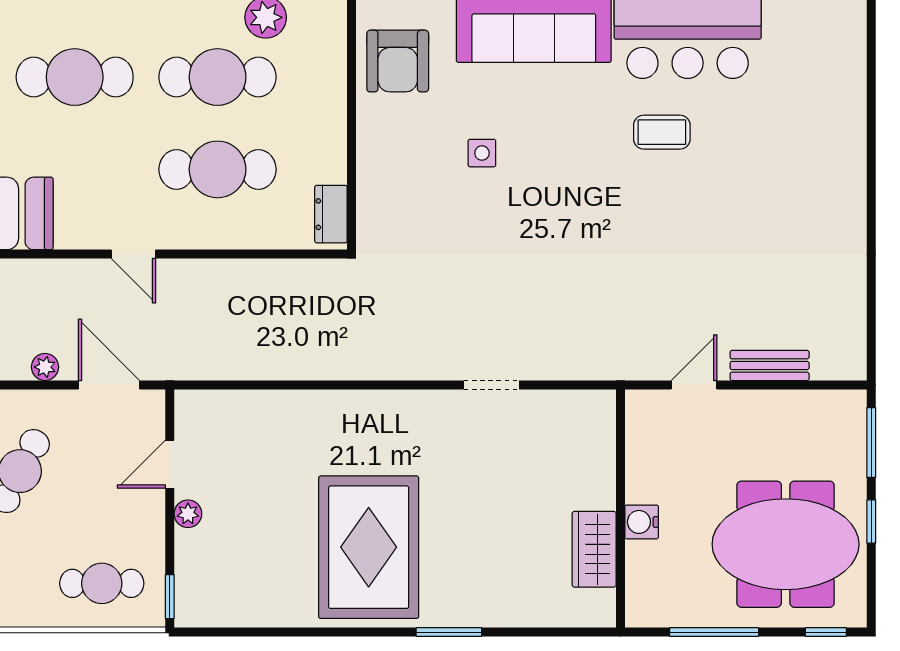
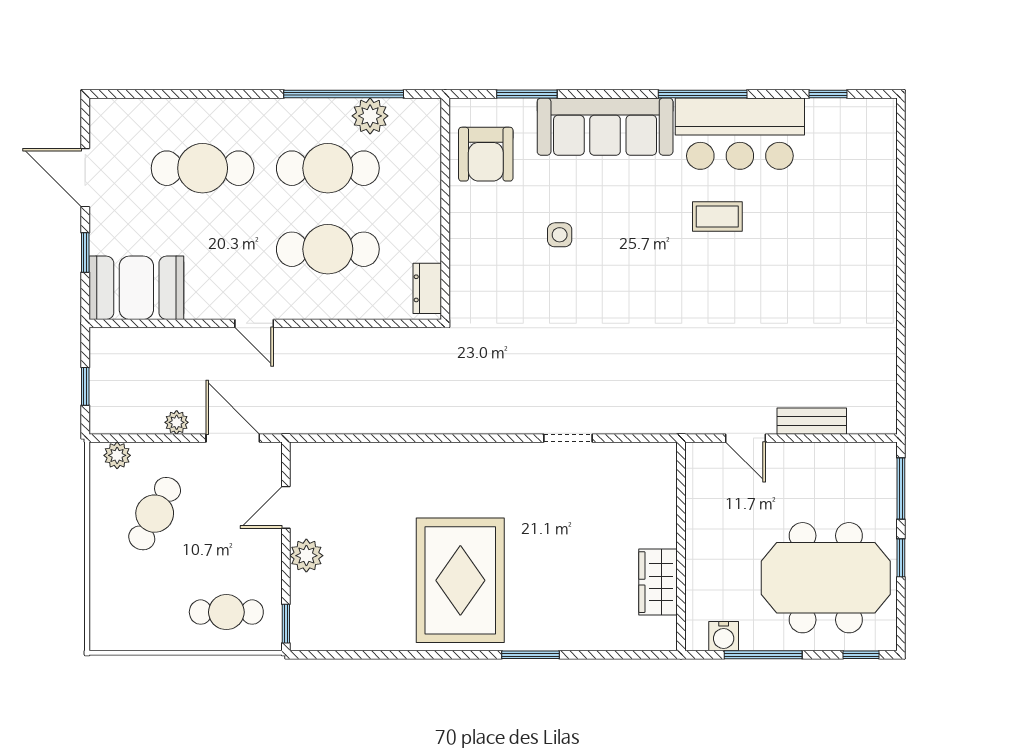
door: (694, 385) -> (746, 438), swing flipped
plant: (188, 514) -> (306, 556), width x1.38, depth x1.38
water cooler: (642, 522) -> (724, 636), moved, turned -90

